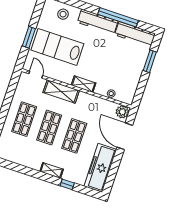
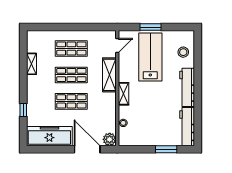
window: (118, 17) -> (198, 105), removed
door: (125, 136) -> (87, 149), hinge flipped
shelving: (52, 170) -> (31, 64), moved

